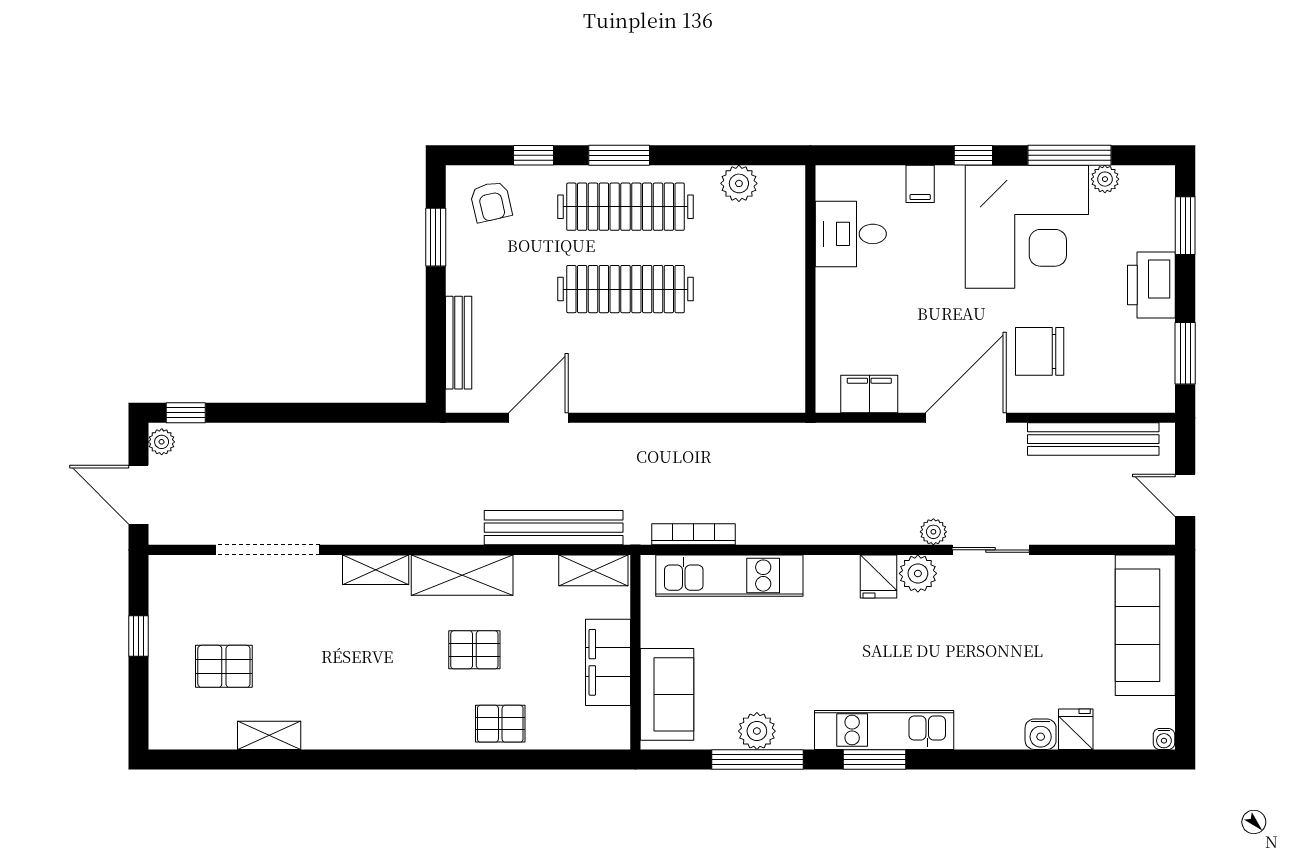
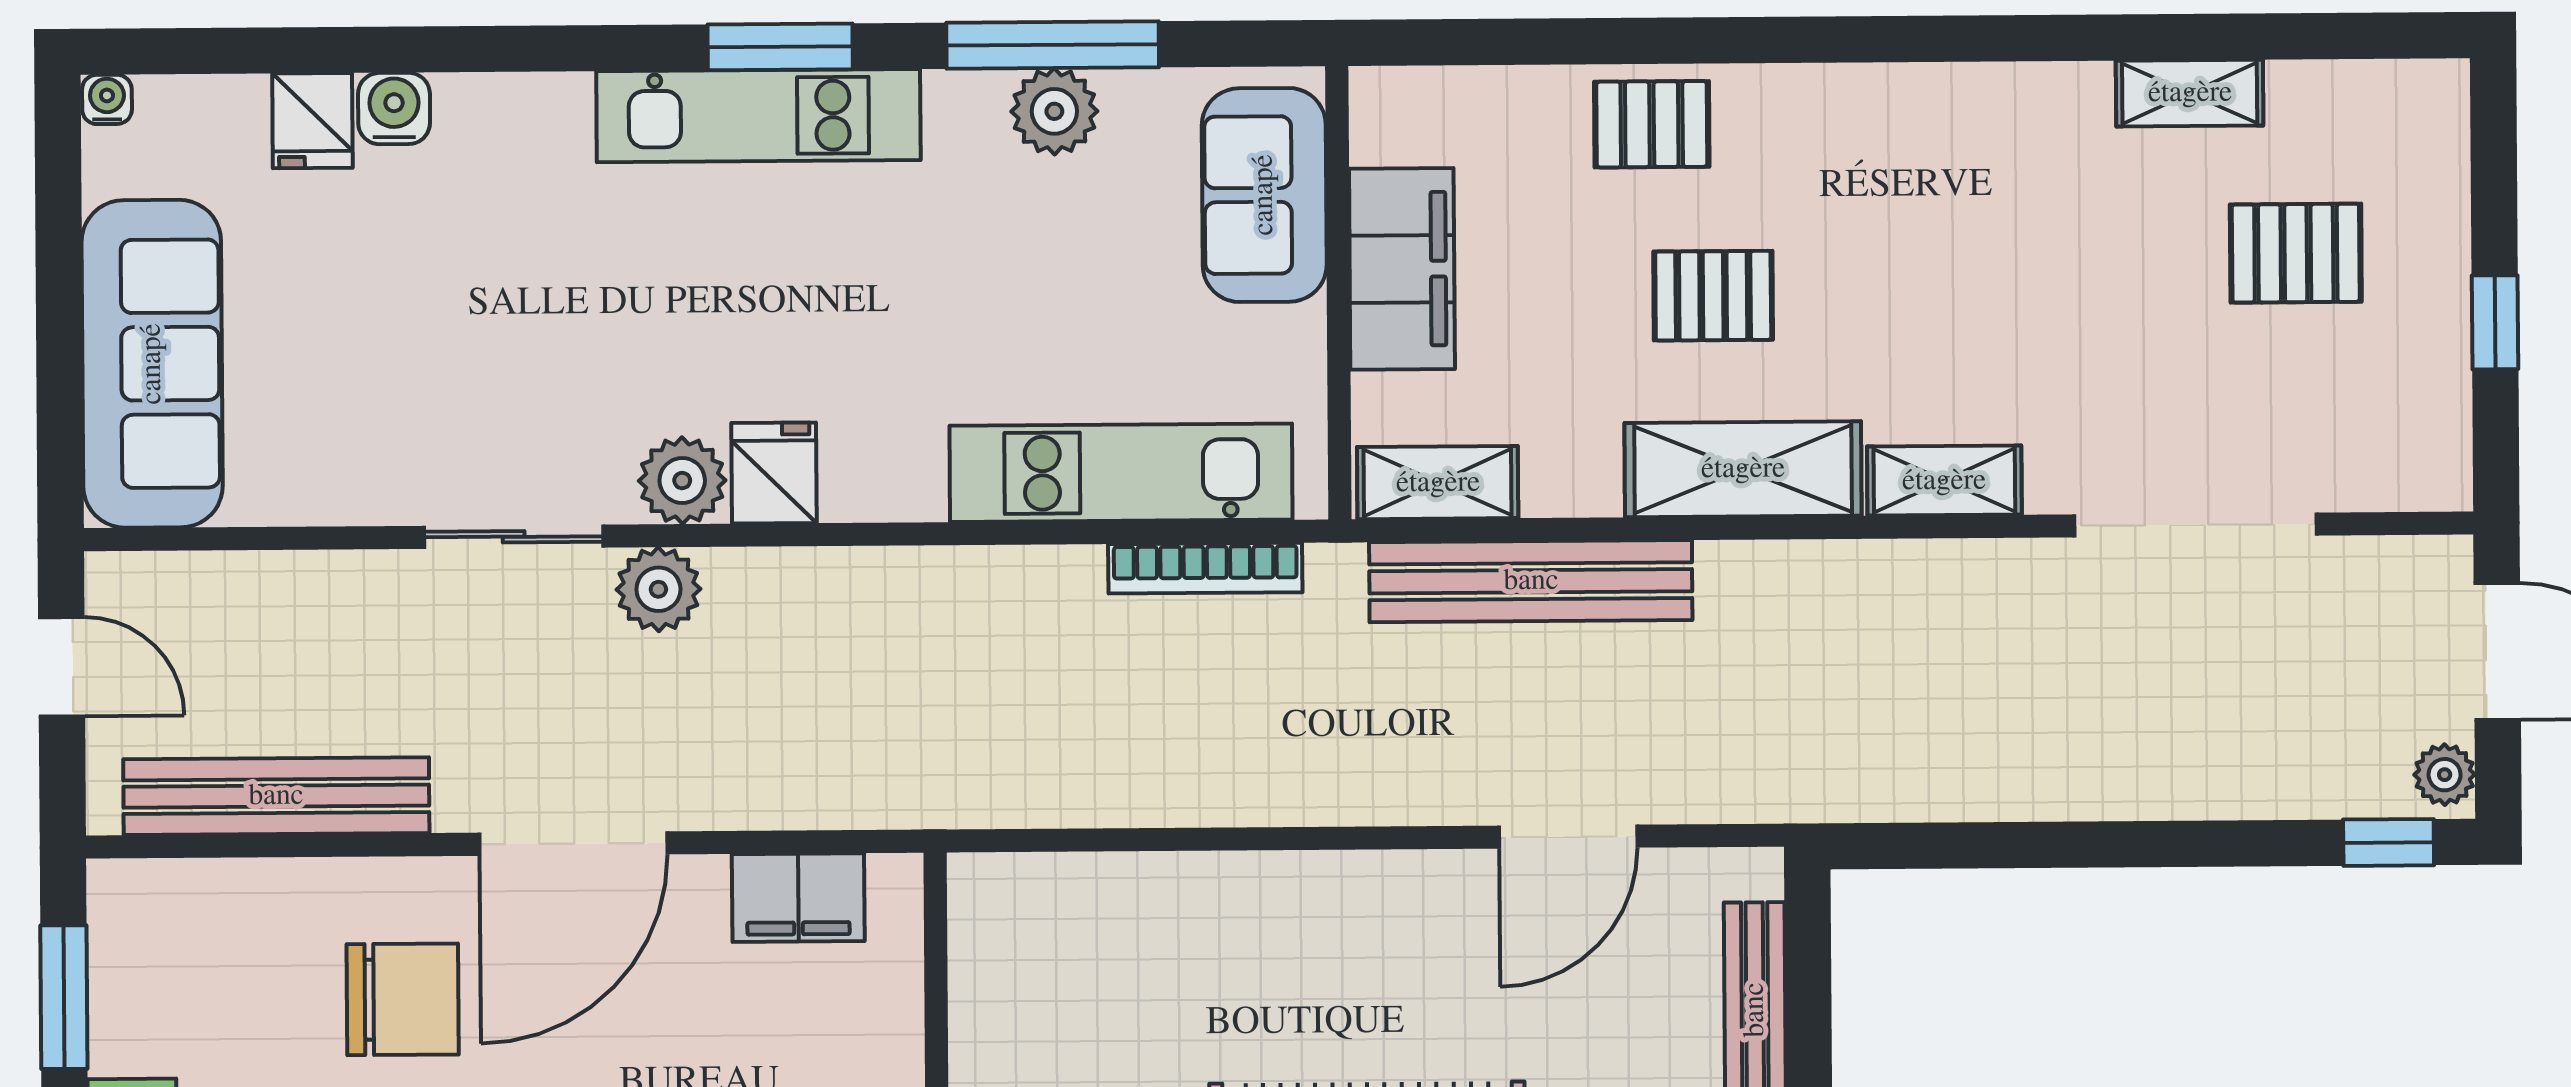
plant: (933, 532) -> (658, 589), width x1.38, depth x1.38

